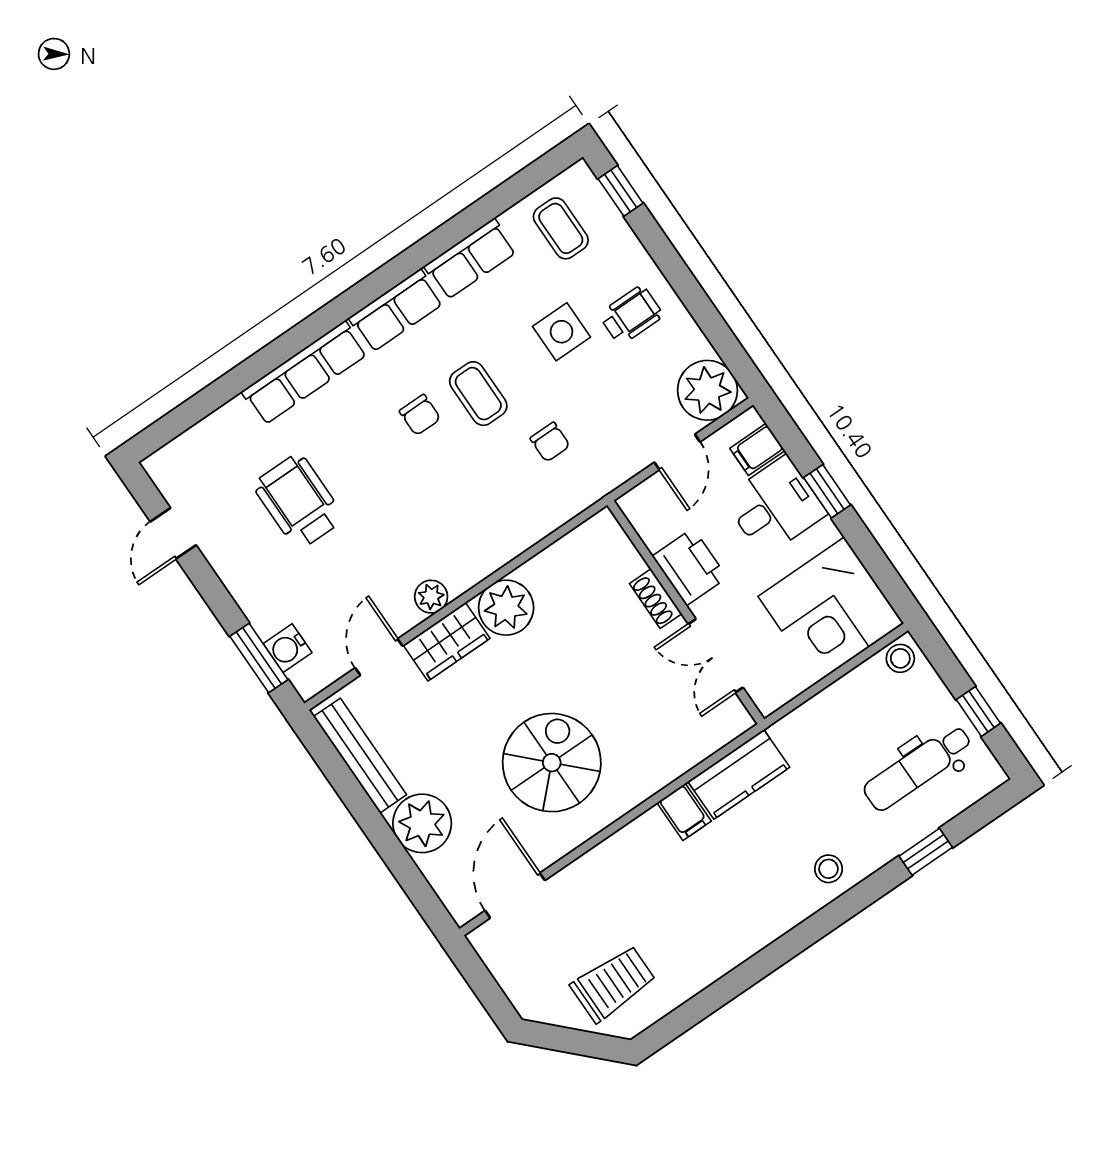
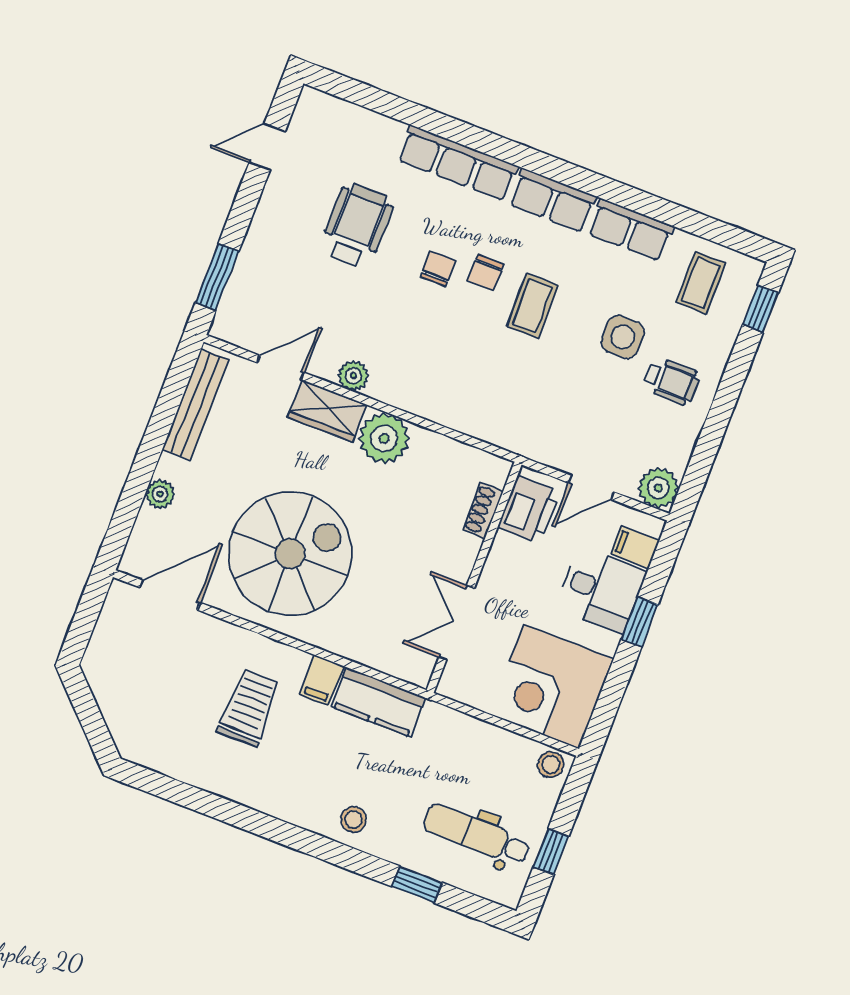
plant: (707, 390) -> (658, 488), width x0.73, depth x0.73
chair: (550, 442) -> (438, 269), moved, turned 180
printer: (690, 567) -> (529, 510), moved
shoe rack: (656, 599) -> (483, 511), moved
water cooler: (288, 648) -> (240, 293), removed
spiral stairs: (552, 763) -> (290, 554), width x1.37, depth x1.37
plant: (422, 823) -> (160, 494), width x0.53, depth x0.53
trolley: (613, 984) -> (249, 708), moved, turned -90

